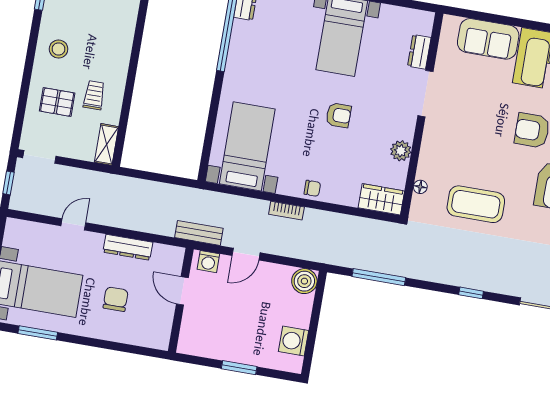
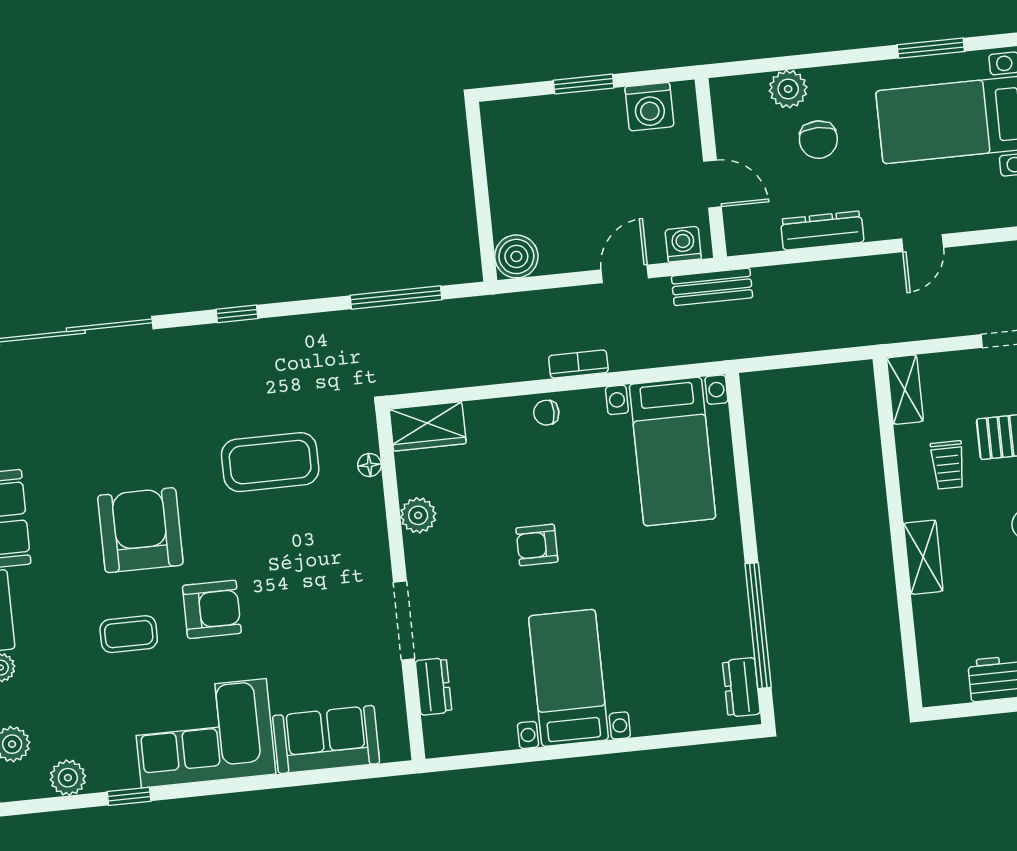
shelving: (123, 47) -> (923, 557), added
plant: (125, 332) -> (788, 89), added
washing machine: (294, 341) -> (649, 107), moved, turned 90

